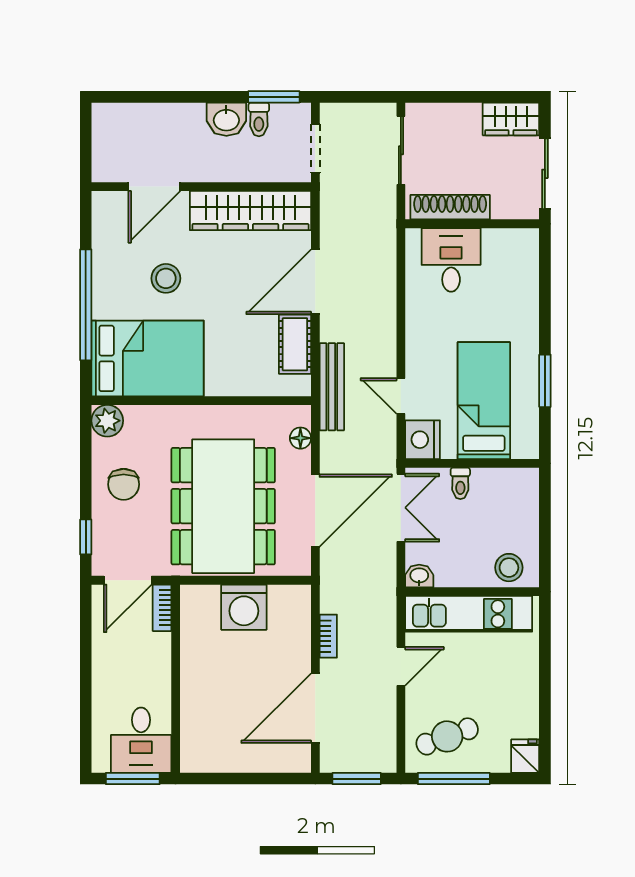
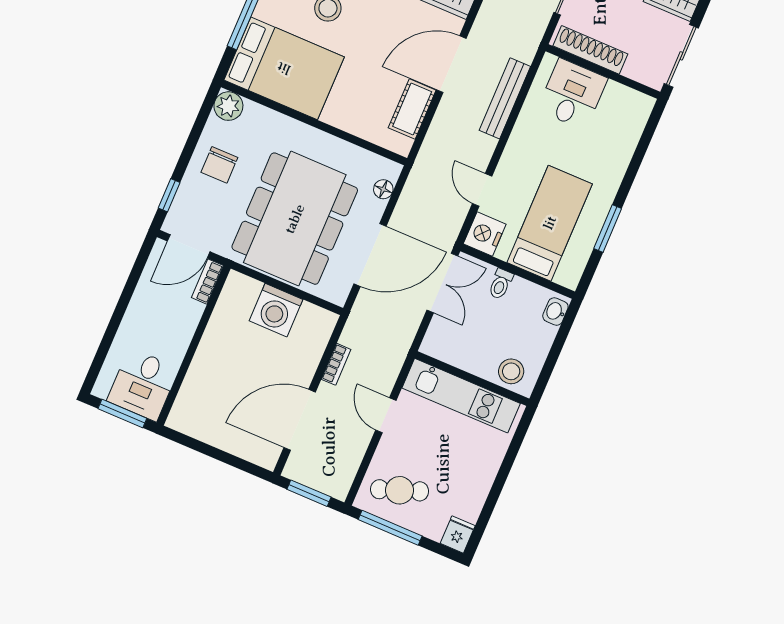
bench: (332, 387) -> (505, 98), moved
washbasin: (419, 576) -> (555, 311), moved, turned -90
door: (401, 666) -> (386, 415), swing flipped

